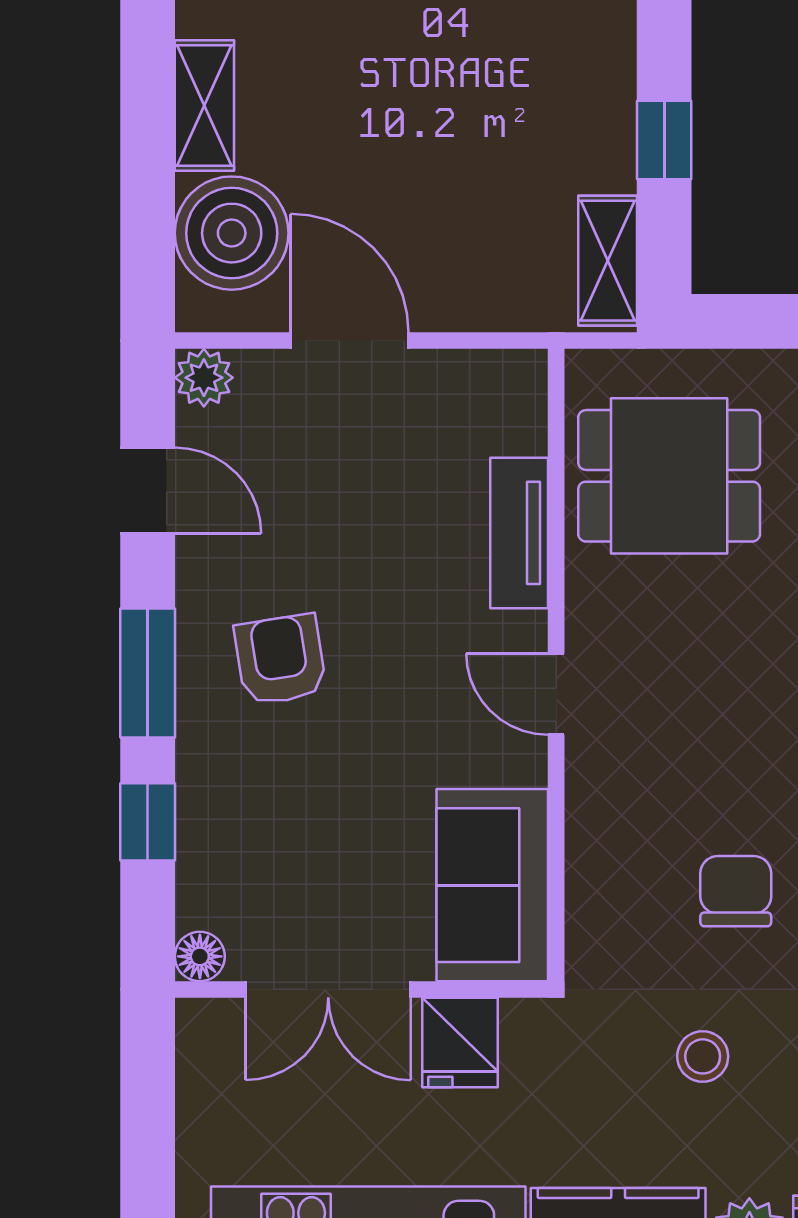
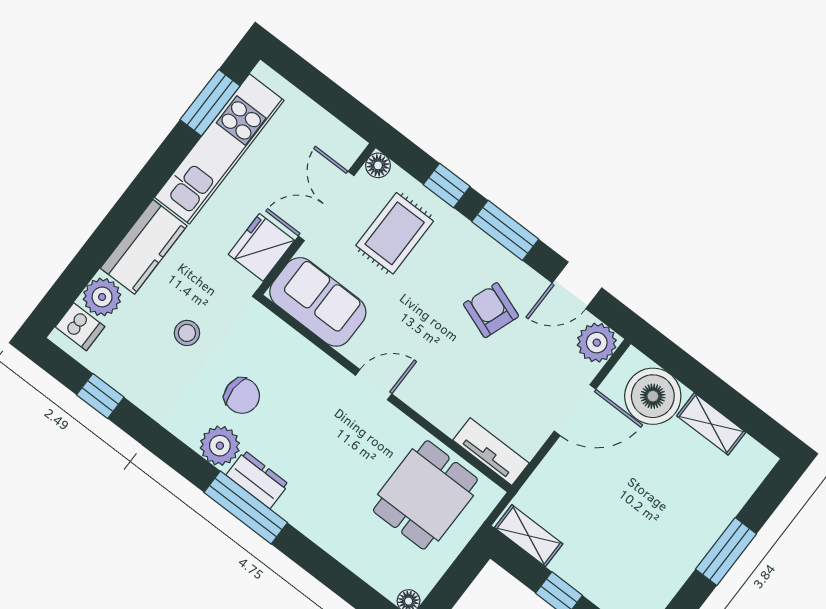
plant: (204, 378) -> (597, 343), width x1.38, depth x1.38
tv unit: (519, 533) -> (491, 452), moved
armchair: (280, 660) -> (491, 310), moved, turned -151
rug: (288, 846) -> (395, 233), added
fridge: (460, 1042) -> (261, 247), width x1.38

